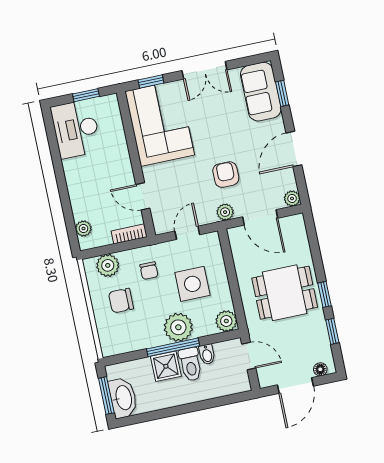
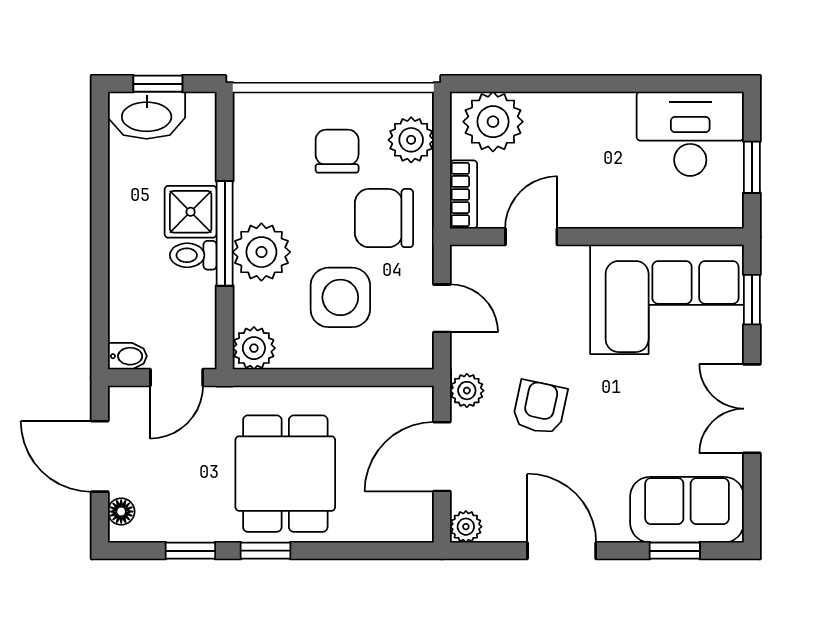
armchair: (226, 175) -> (540, 407), turned -78
plant: (83, 229) -> (493, 122), width x1.87, depth x1.87
chair: (149, 271) -> (384, 218), width x1.87, depth x1.87
bidet: (207, 354) -> (127, 356), moved, turned 180
toilet: (191, 364) -> (193, 255), width x0.73, depth x0.72
window: (106, 396) -> (158, 84), width x0.67

